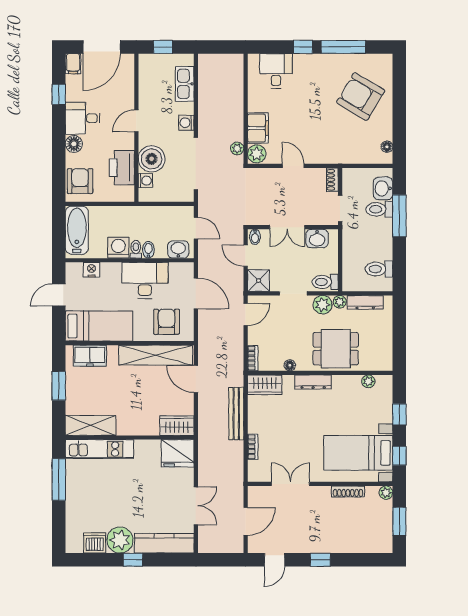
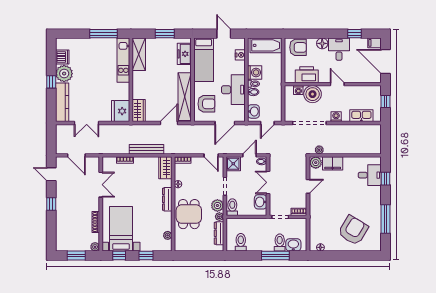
window: (303, 47) -> (385, 179), moved

